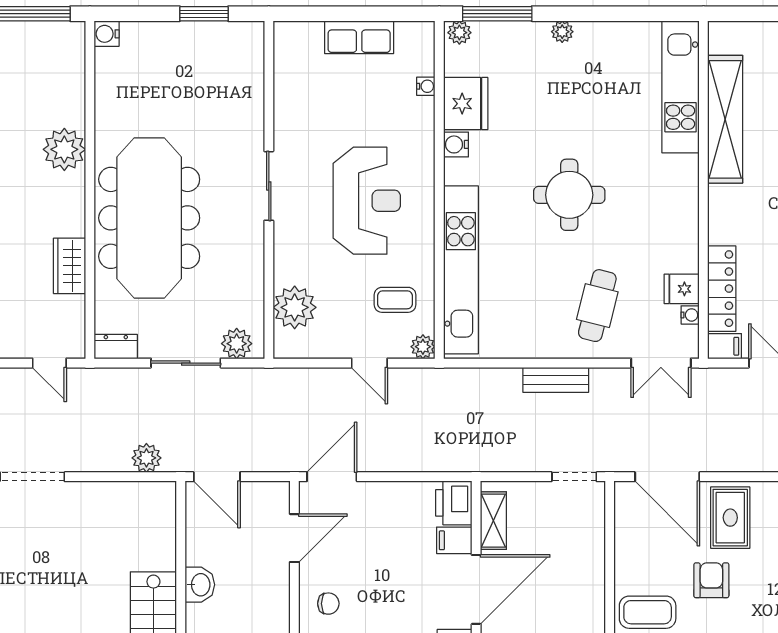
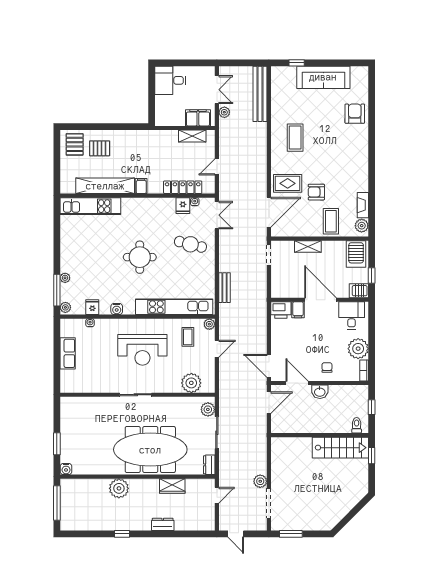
window: (204, 14) -> (57, 444), moved
plant: (562, 32) -> (65, 278), moved
fridge: (466, 104) -> (92, 307), width x0.53, depth x0.75
reception desk: (367, 201) -> (142, 350), turned 180
filing cabinet: (725, 346) -> (141, 186), moved
bench: (556, 380) -> (224, 288), moved
plant: (146, 458) -> (260, 481), moved
door: (217, 477) -> (269, 403), moved
shelving: (493, 521) -> (308, 246), moved
washbasin: (200, 585) -> (320, 392), moved, turned 180

